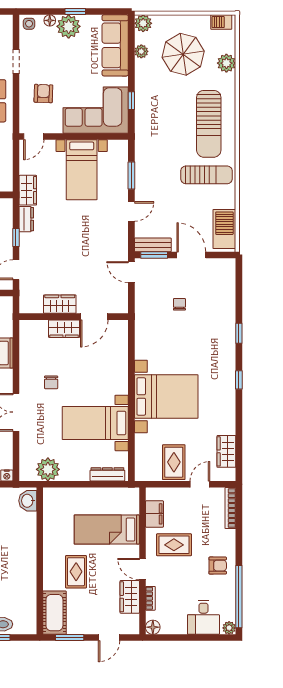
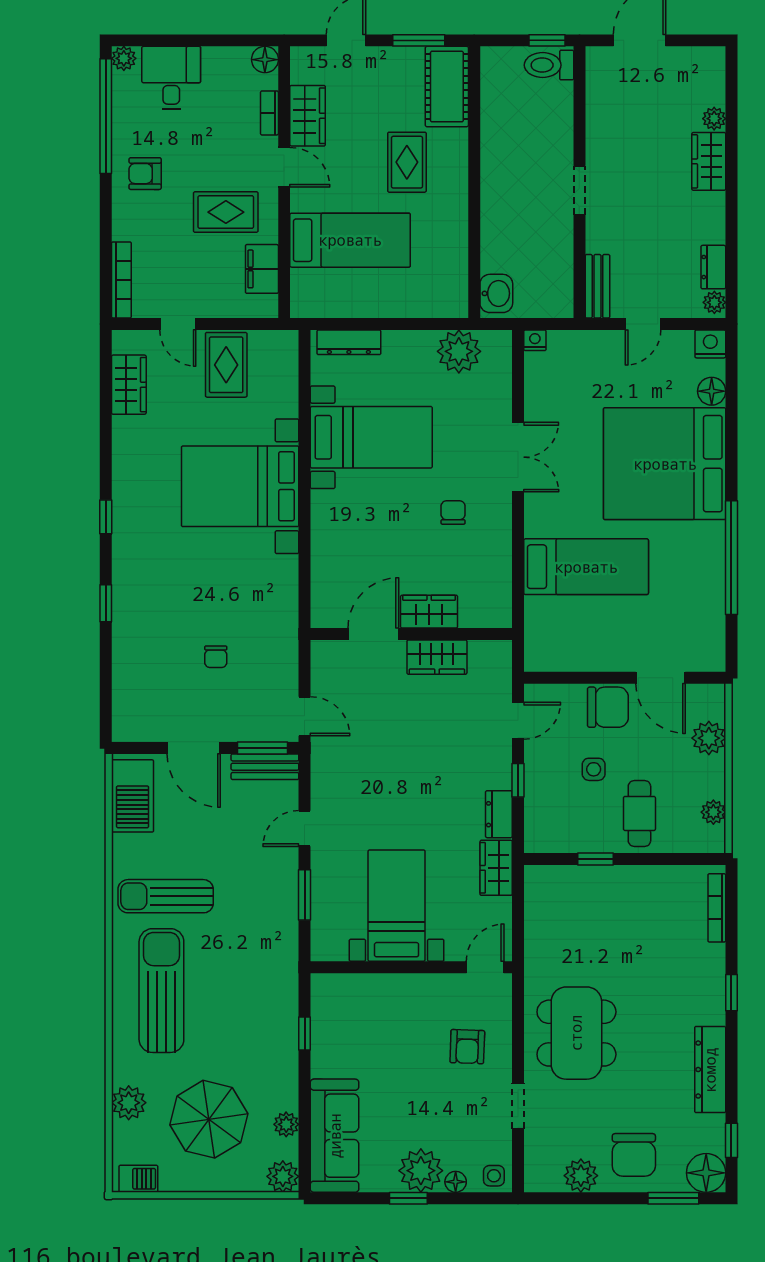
corner sofa: (96, 110) -> (371, 1016), removed
door: (200, 484) -> (178, 324), hinge flipped

